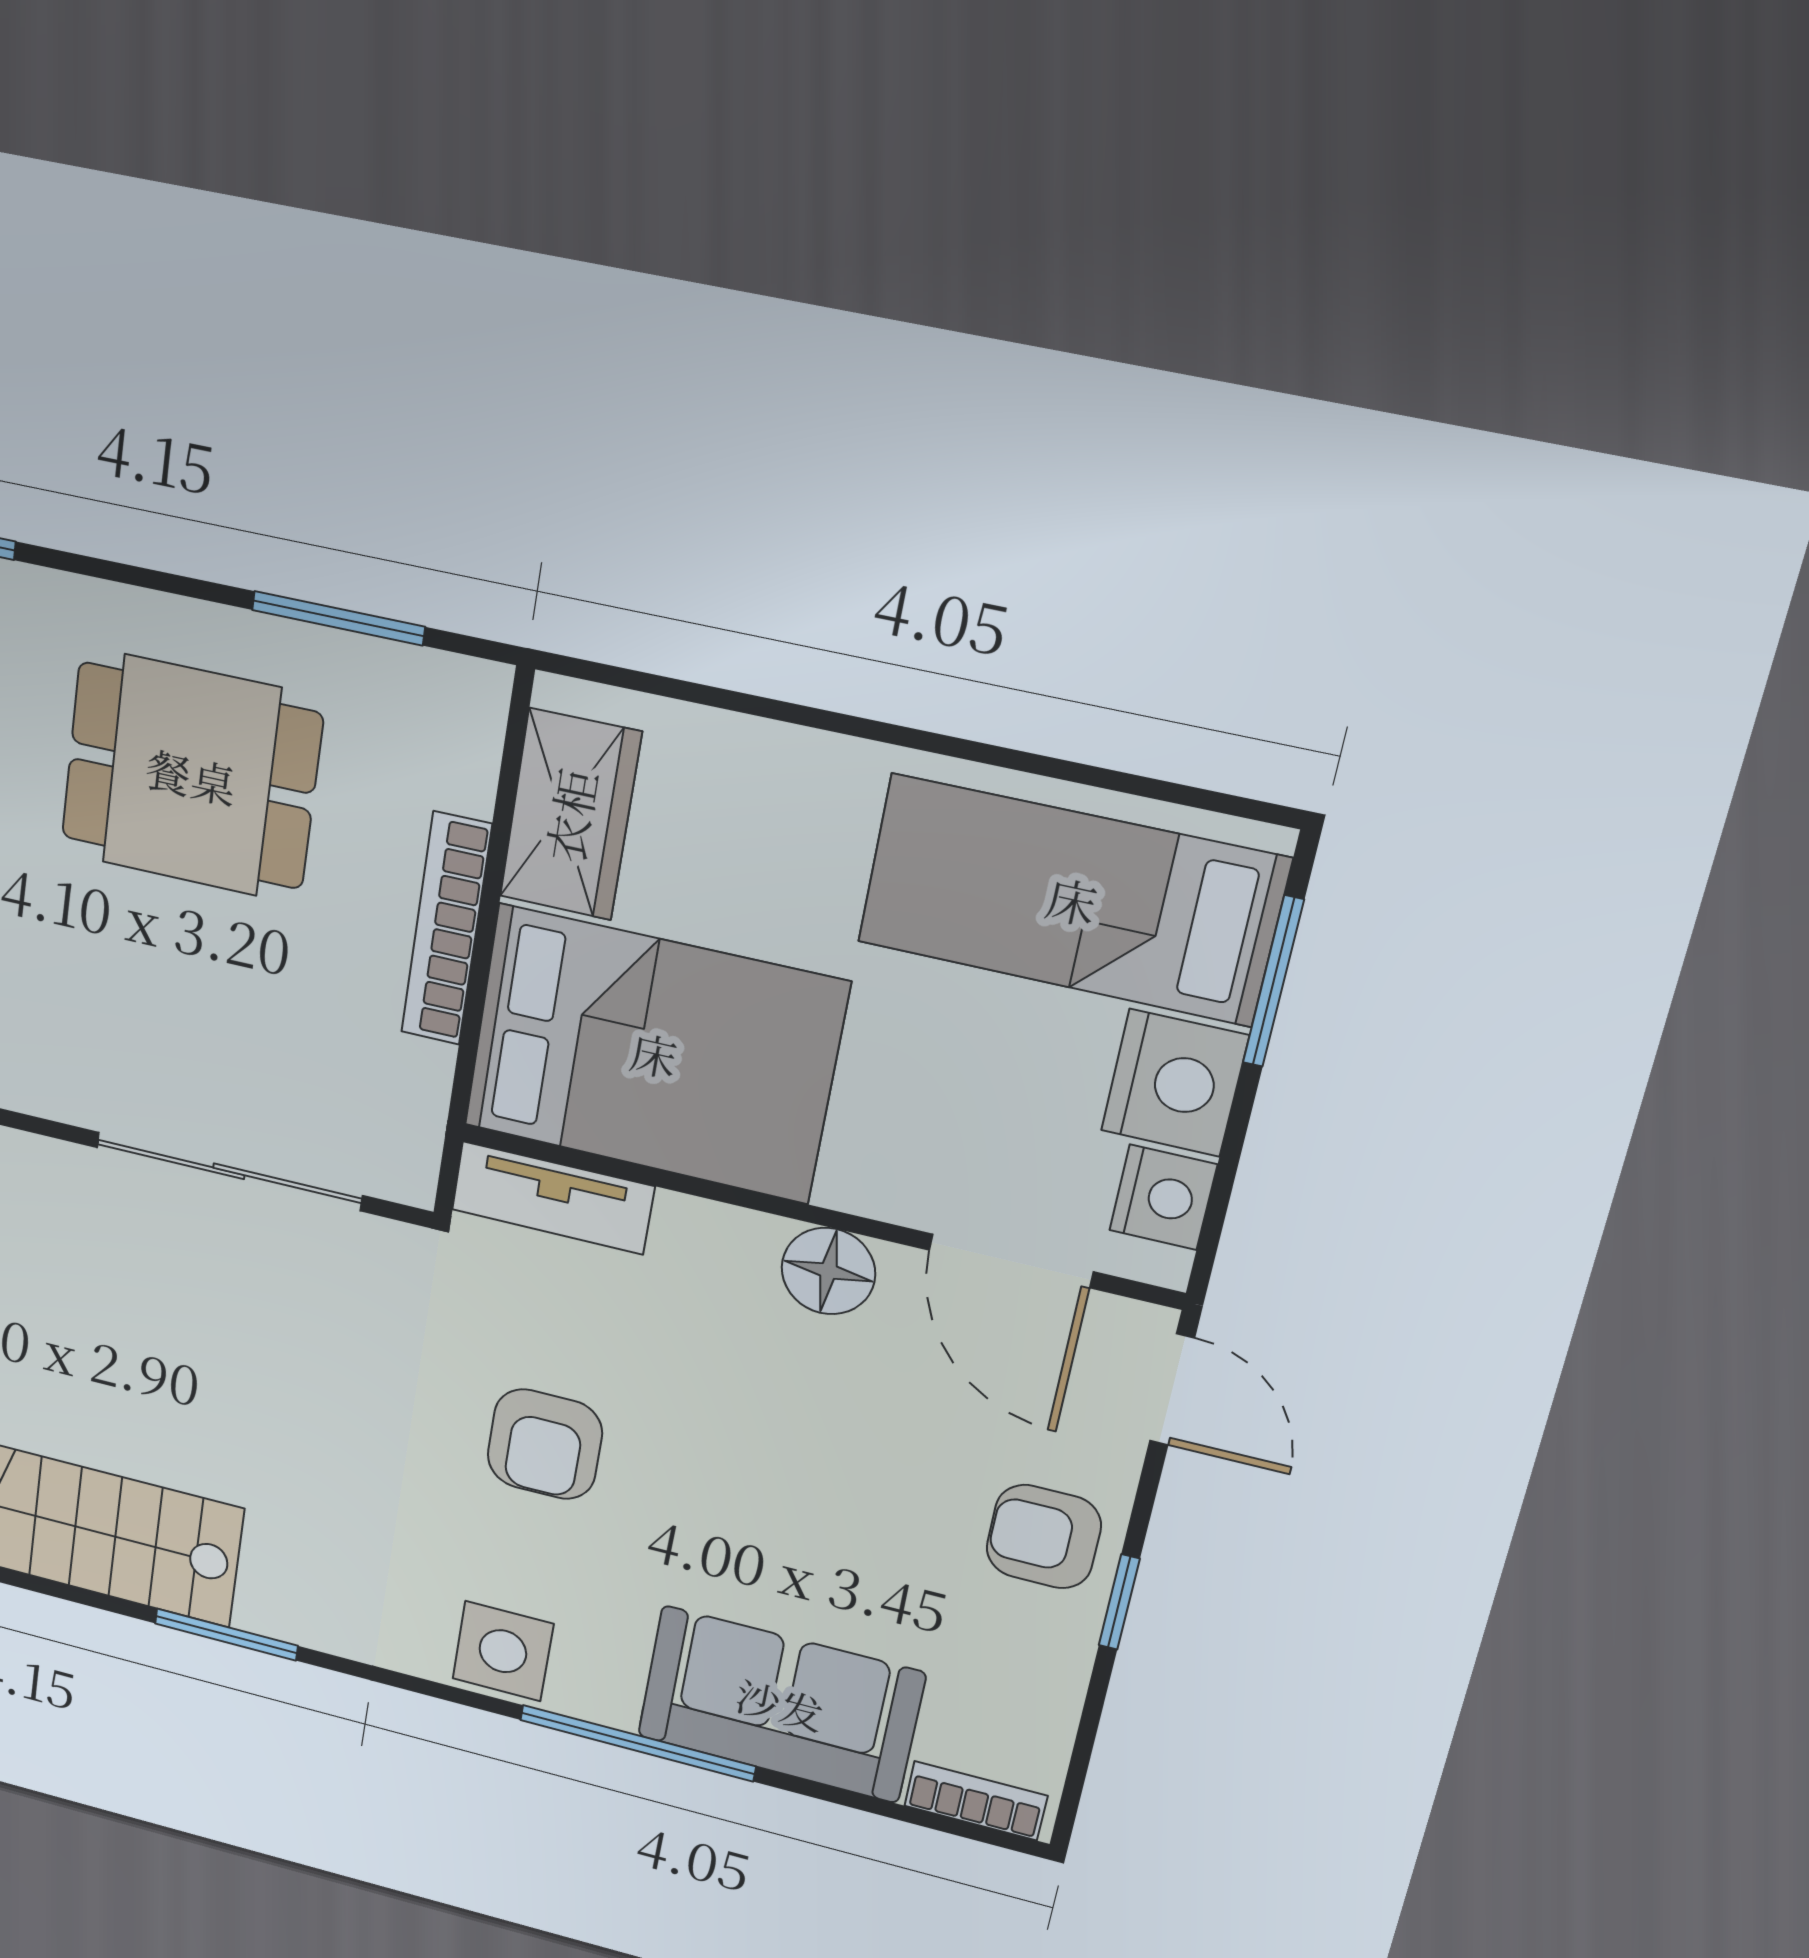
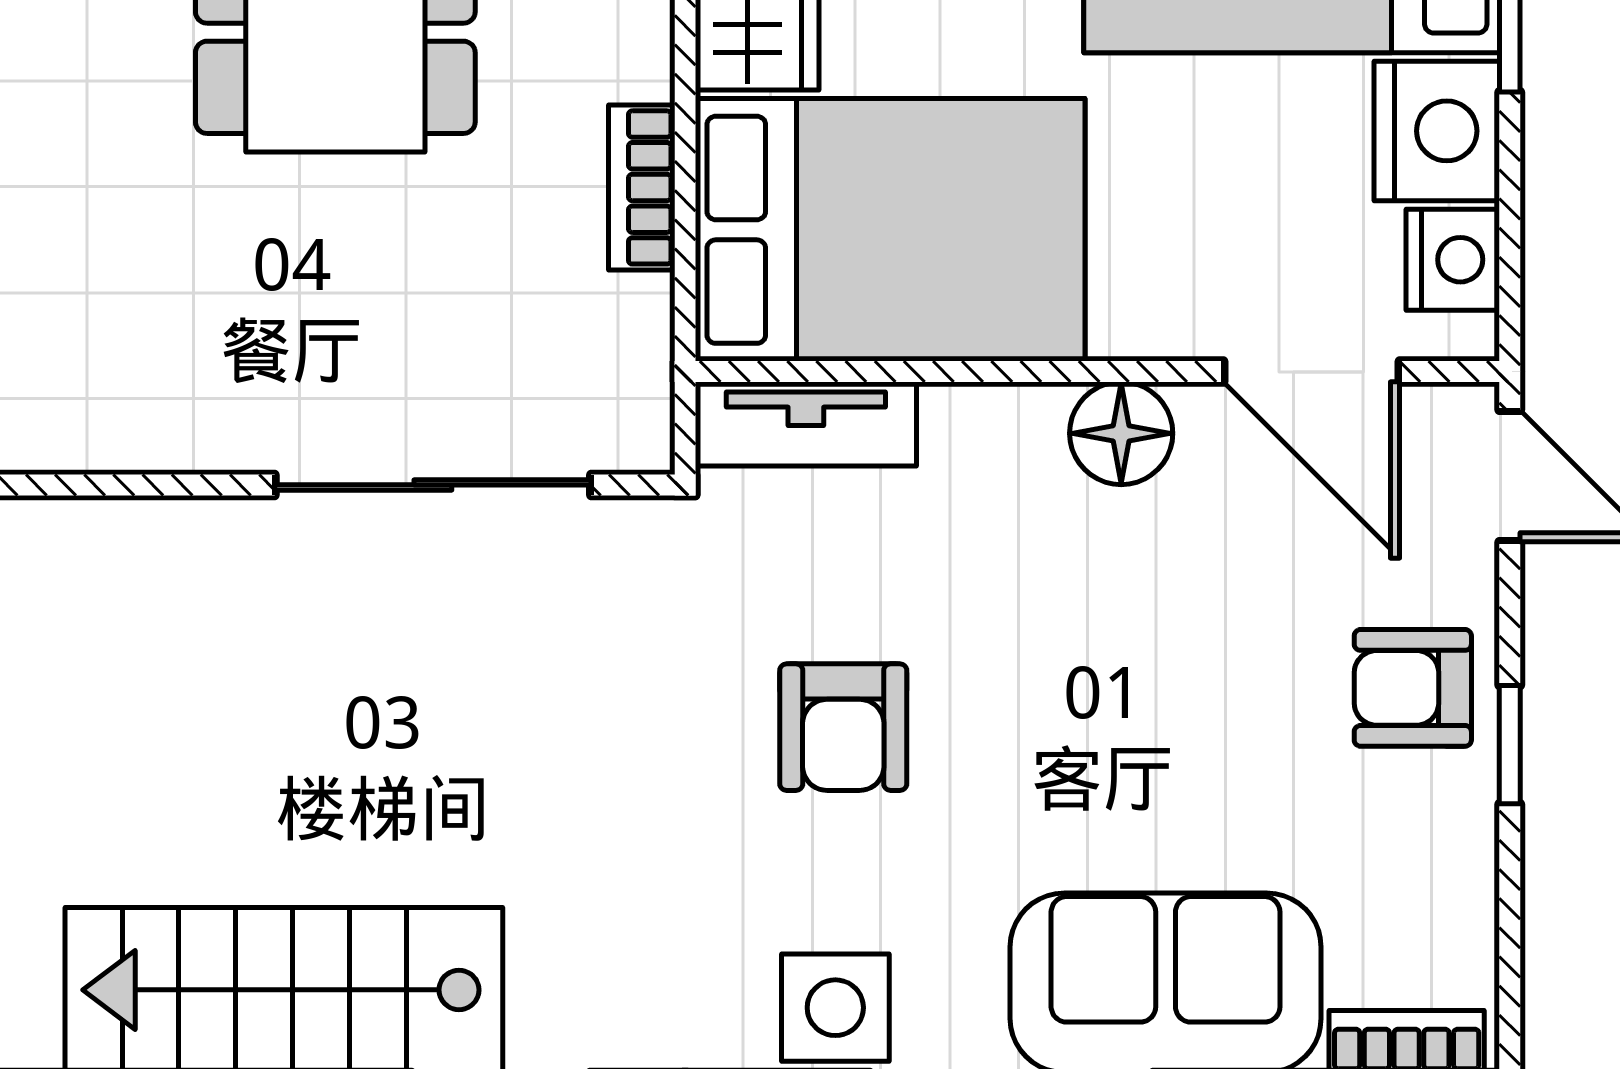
bookcase: (446, 929) -> (642, 187), width x0.64

